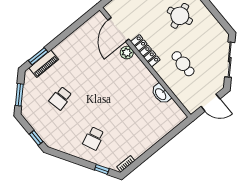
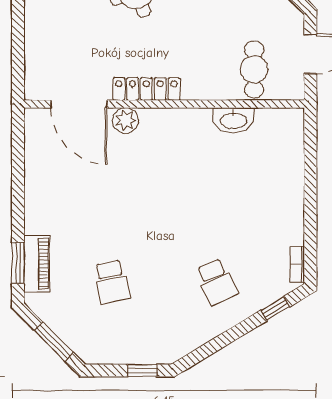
cafe table: (183, 64) -> (254, 69), moved, turned 90

